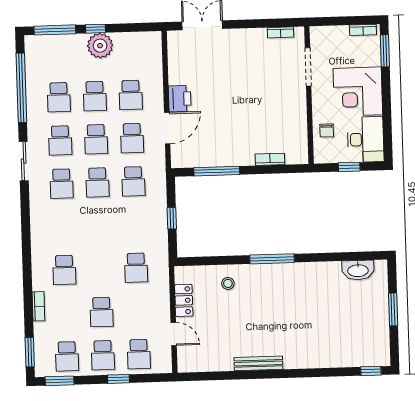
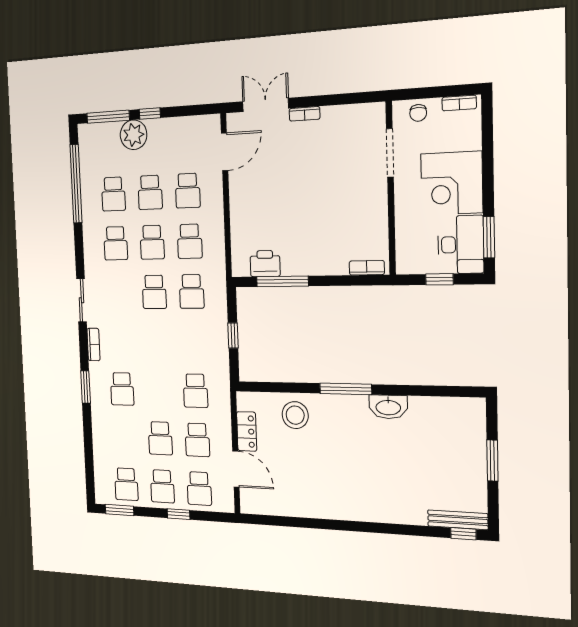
bookcase: (281, 32) -> (305, 114), moved
plant: (100, 46) -> (134, 135), moved
window: (385, 51) -> (489, 237), moved
printer: (180, 99) -> (265, 264), moved, turned -90
door: (167, 128) -> (225, 152), moved
chair: (327, 130) -> (418, 113), moved
bookcase: (270, 159) -> (367, 268), moved
sliding door: (24, 161) -> (81, 300), moved
school desk: (62, 184) -> (197, 440), moved
washbasin: (358, 270) -> (388, 407), moved
stool: (228, 283) -> (295, 415), width x1.89, depth x1.89
bookcase: (38, 306) -> (93, 345), moved
door: (174, 334) -> (236, 469), width x1.38
window: (30, 352) -> (86, 387), moved
bench: (258, 363) -> (458, 520), moved

